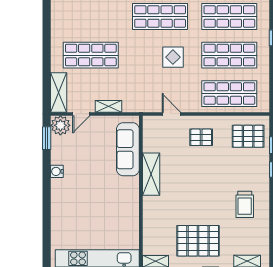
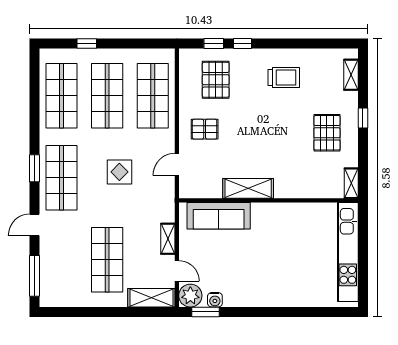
display table: (173, 57) -> (119, 172), moved
pallet: (248, 136) -> (216, 80), moved
pallet: (201, 137) -> (205, 129), turned 90
water cooler: (57, 171) -> (215, 300), moved
pallet: (198, 241) -> (327, 133), width x0.73, depth x0.71

